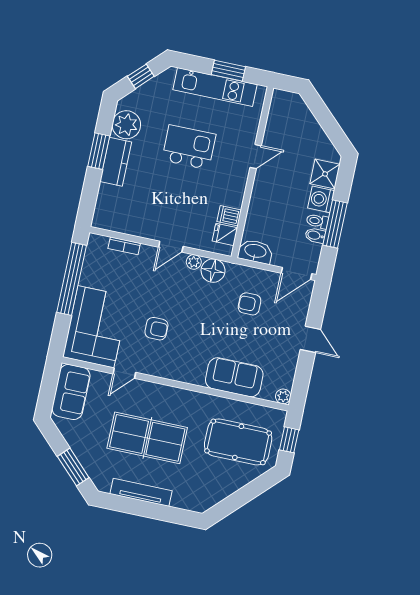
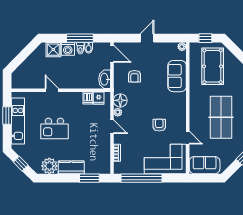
kitchen island: (189, 147) -> (54, 128), turned -90
window: (99, 151) -> (89, 178), moved

